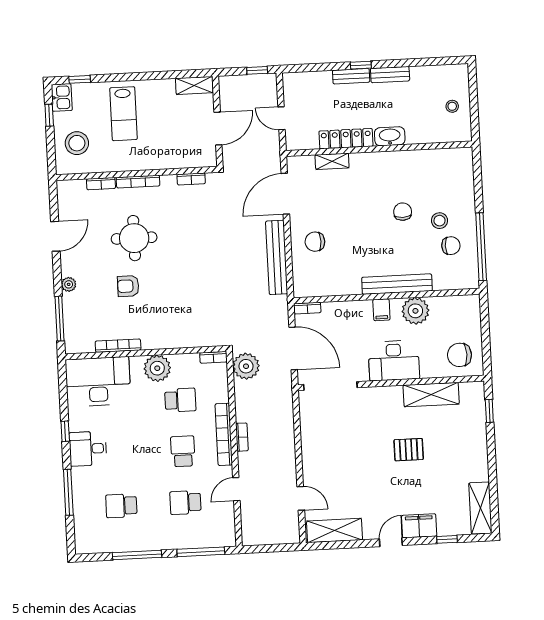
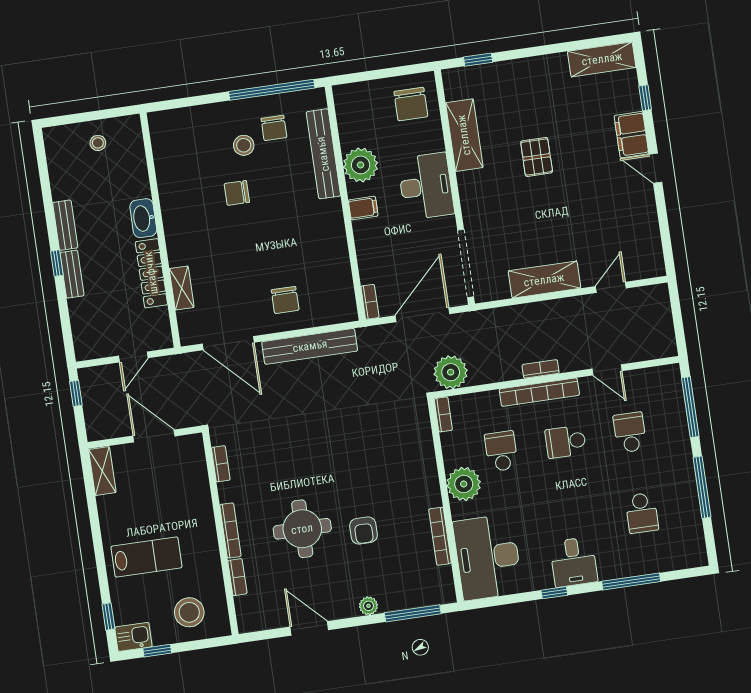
chair: (451, 246) -> (274, 128), turned 180
bench: (397, 284) -> (323, 154), moved
school desk: (185, 503) -> (630, 432), turned 180
shelving: (335, 530) -> (544, 280), moved, turned 90

